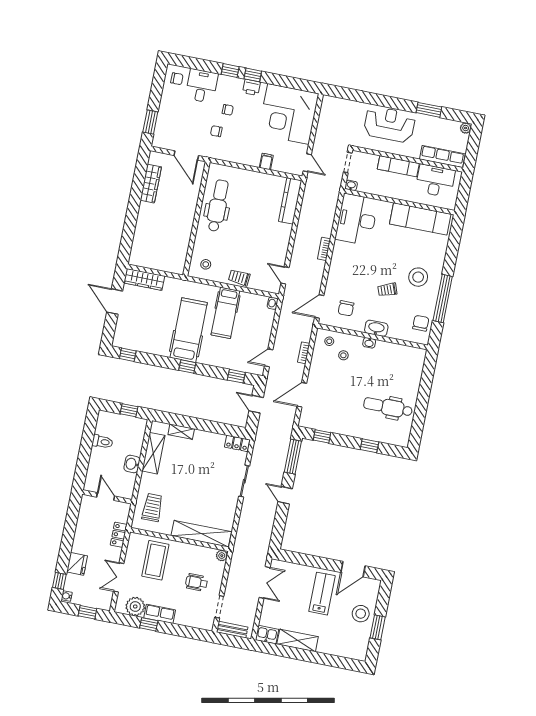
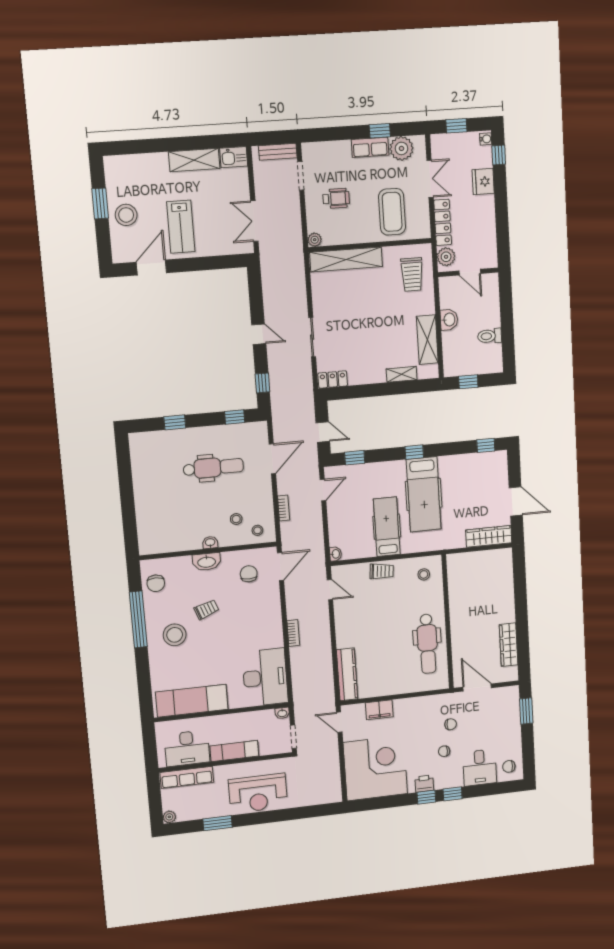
filing cabinet: (266, 162) -> (379, 710), width x2.00
dental chair: (388, 407) -> (213, 468), moved
window: (293, 457) -> (262, 383), width x0.46
plant: (122, 514) -> (446, 257), added
locker: (119, 535) -> (443, 222), width x1.53

